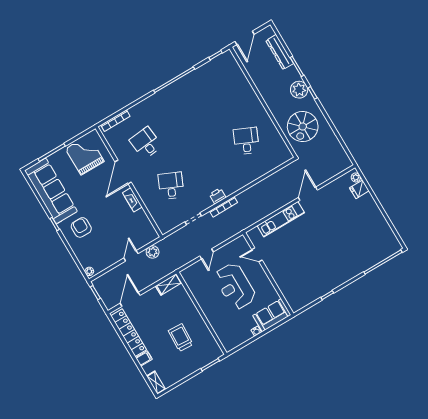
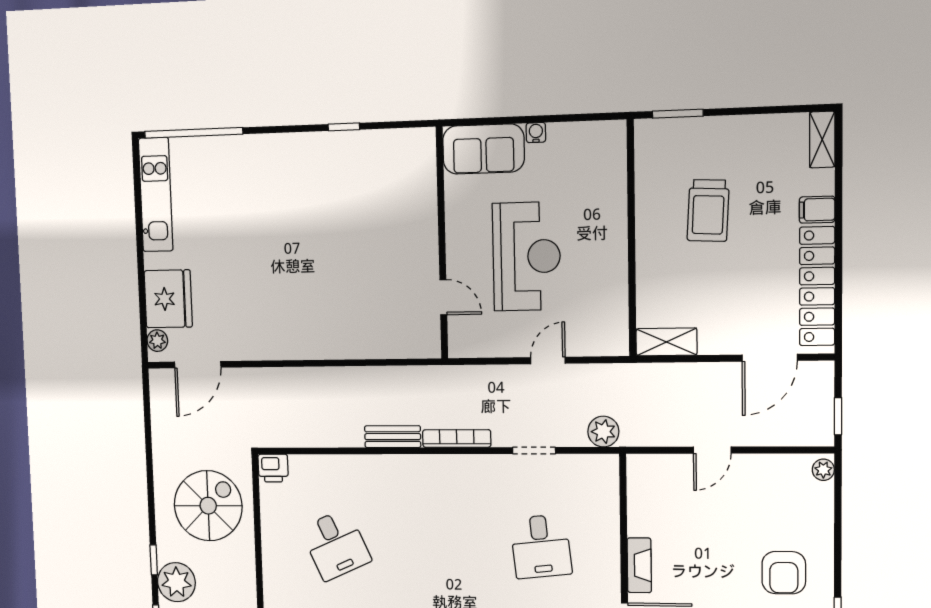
desk: (246, 141) -> (336, 545), turned -48
desk: (171, 186) -> (541, 546), turned -30
fridge: (359, 189) -> (168, 299), width x1.88, depth x1.34
bench: (247, 194) -> (393, 437), added
door: (308, 194) -> (198, 365), moved
printer: (217, 196) -> (273, 468), moved
kitchen unit: (281, 219) -> (156, 195), moved, turned 90
plant: (153, 252) -> (603, 432), moved

